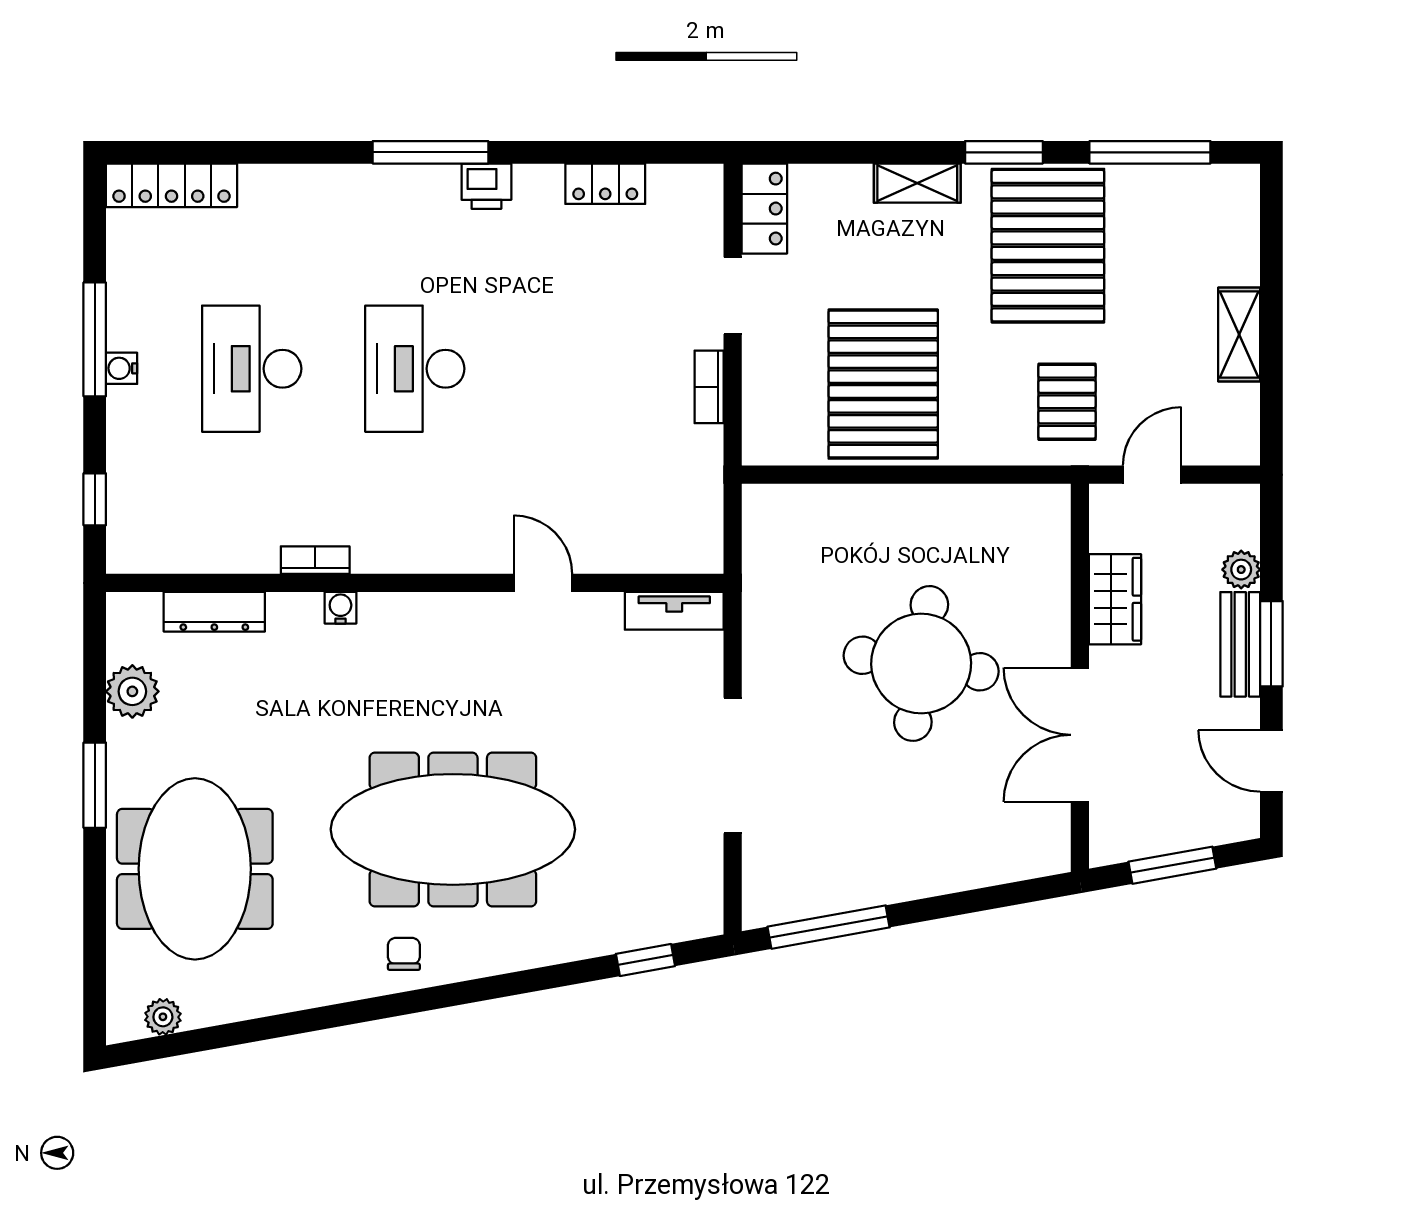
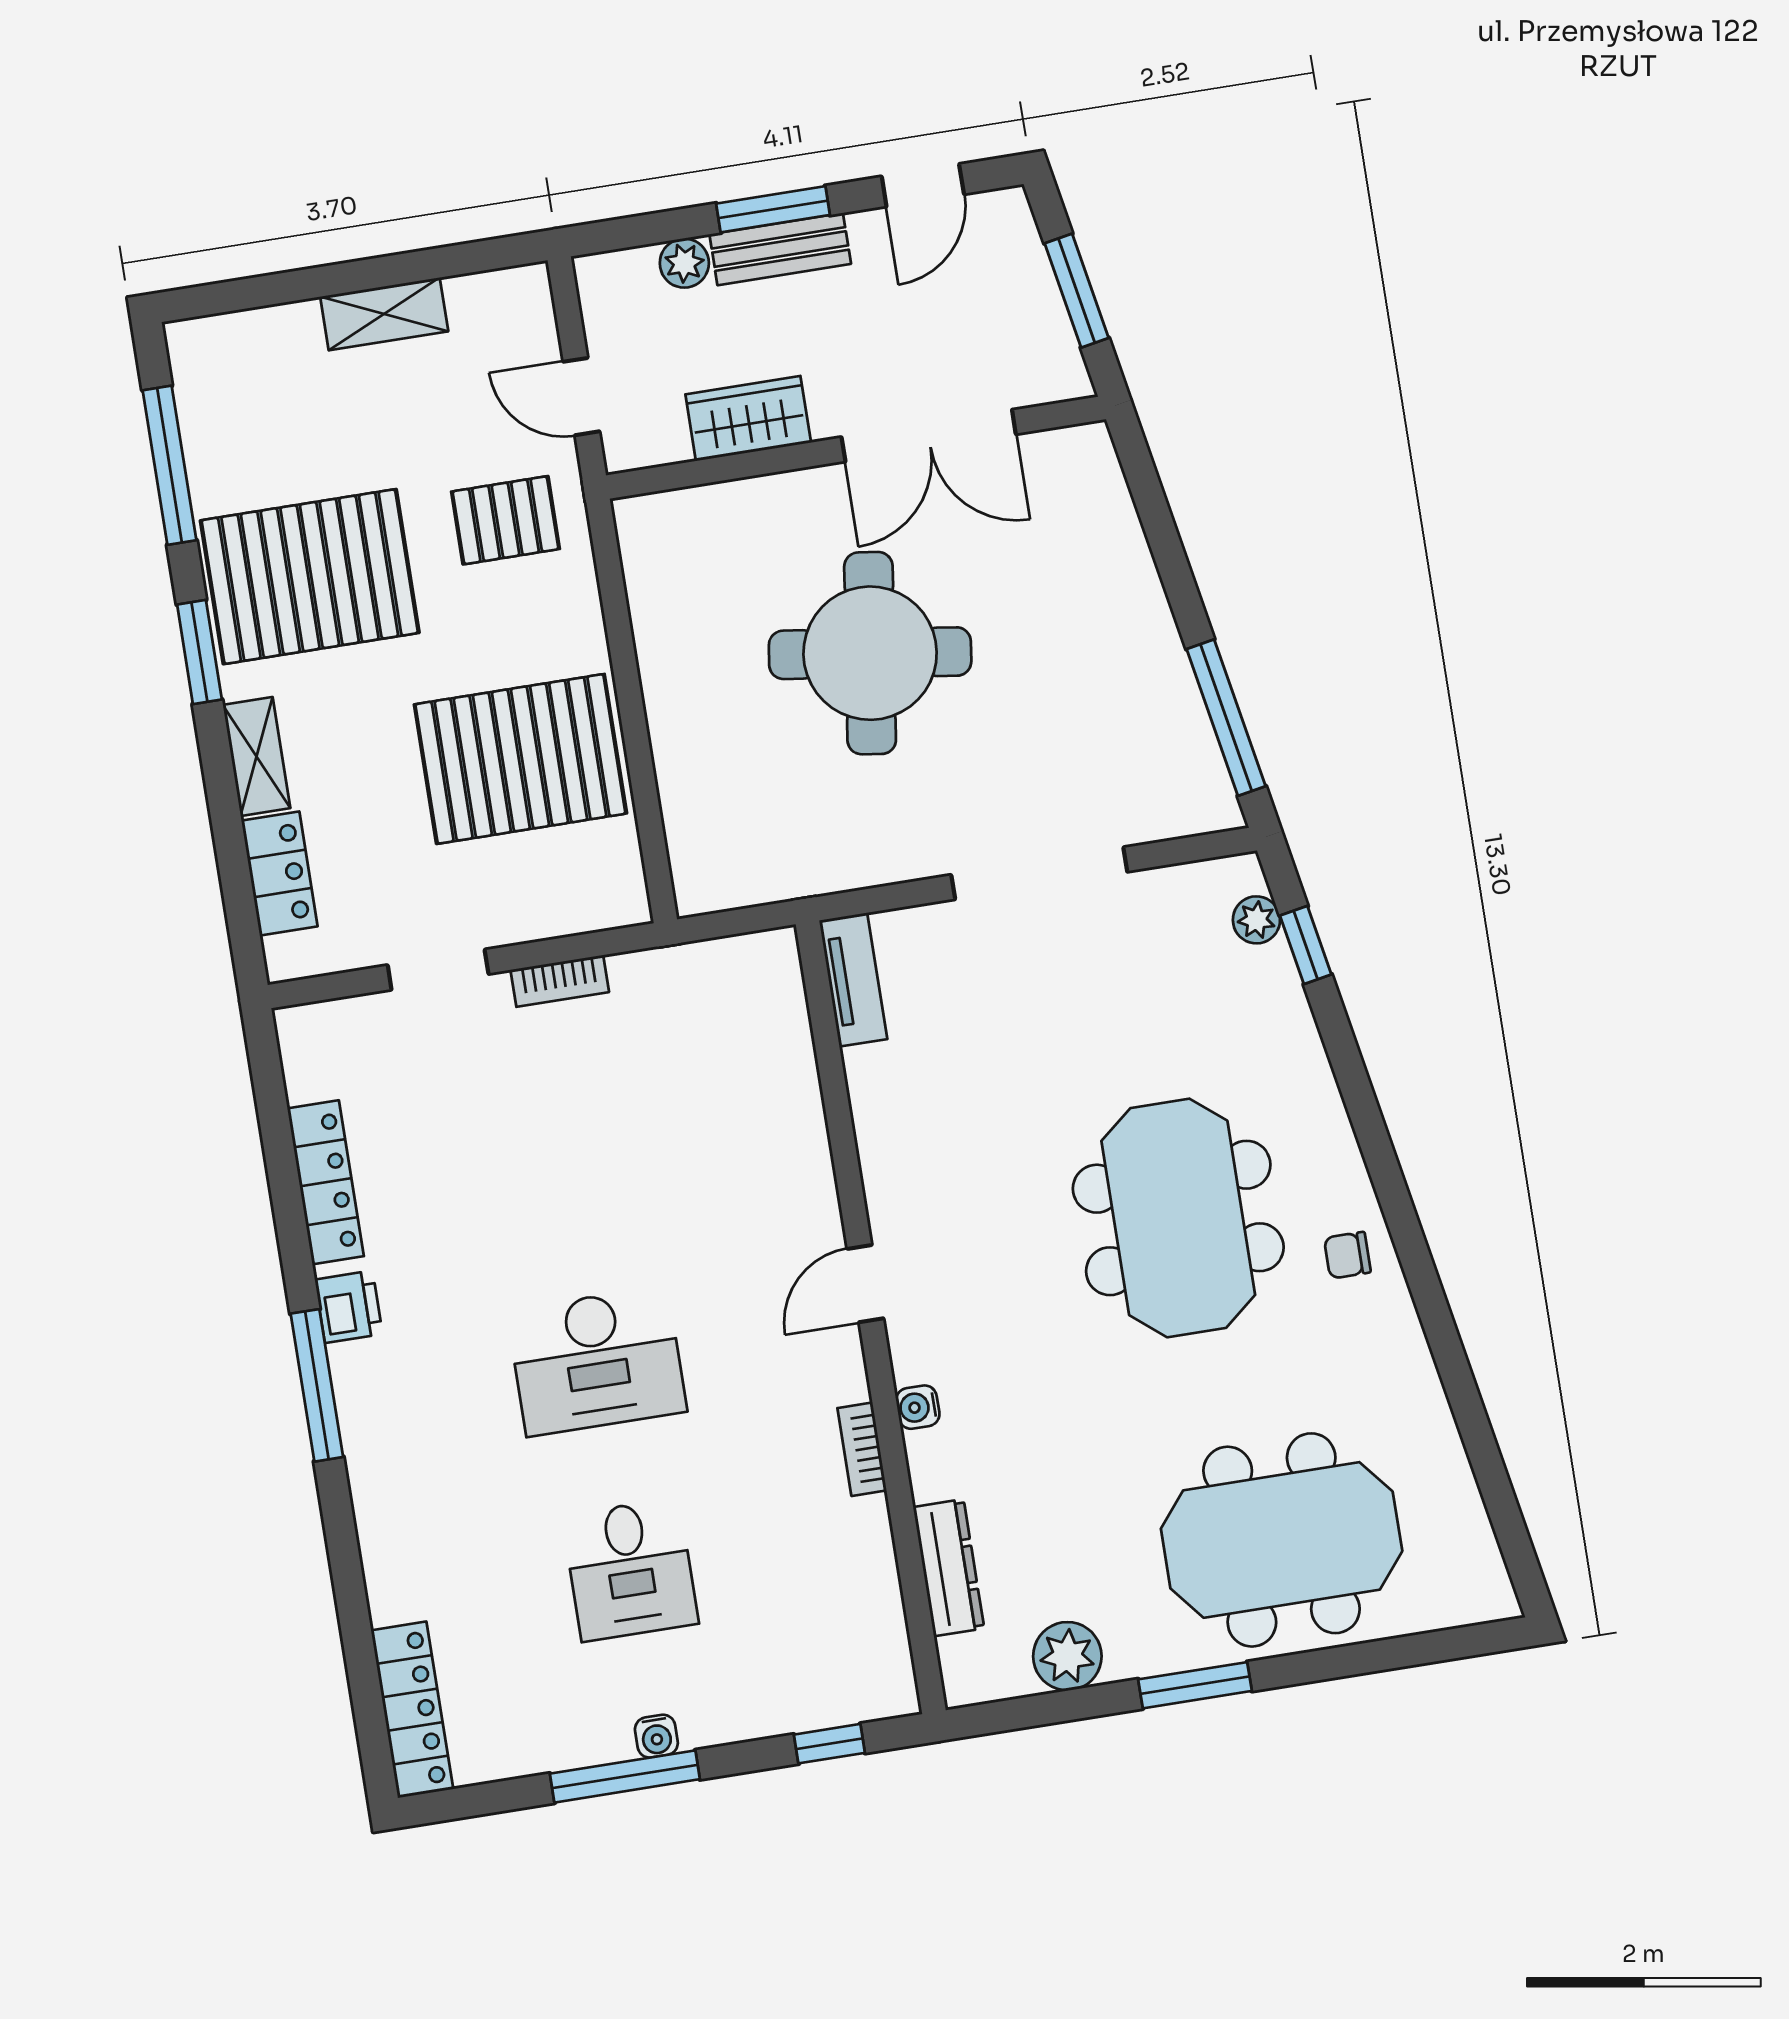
locker: (605, 184) -> (326, 1182), width x1.53
locker: (764, 209) -> (279, 873), moved, turned 90
desk: (252, 369) -> (630, 1570), width x0.73
door: (543, 583) -> (865, 1284), moved
meeting table: (453, 829) -> (1178, 1218), width x0.73
plant: (163, 1017) -> (1256, 920), moved

